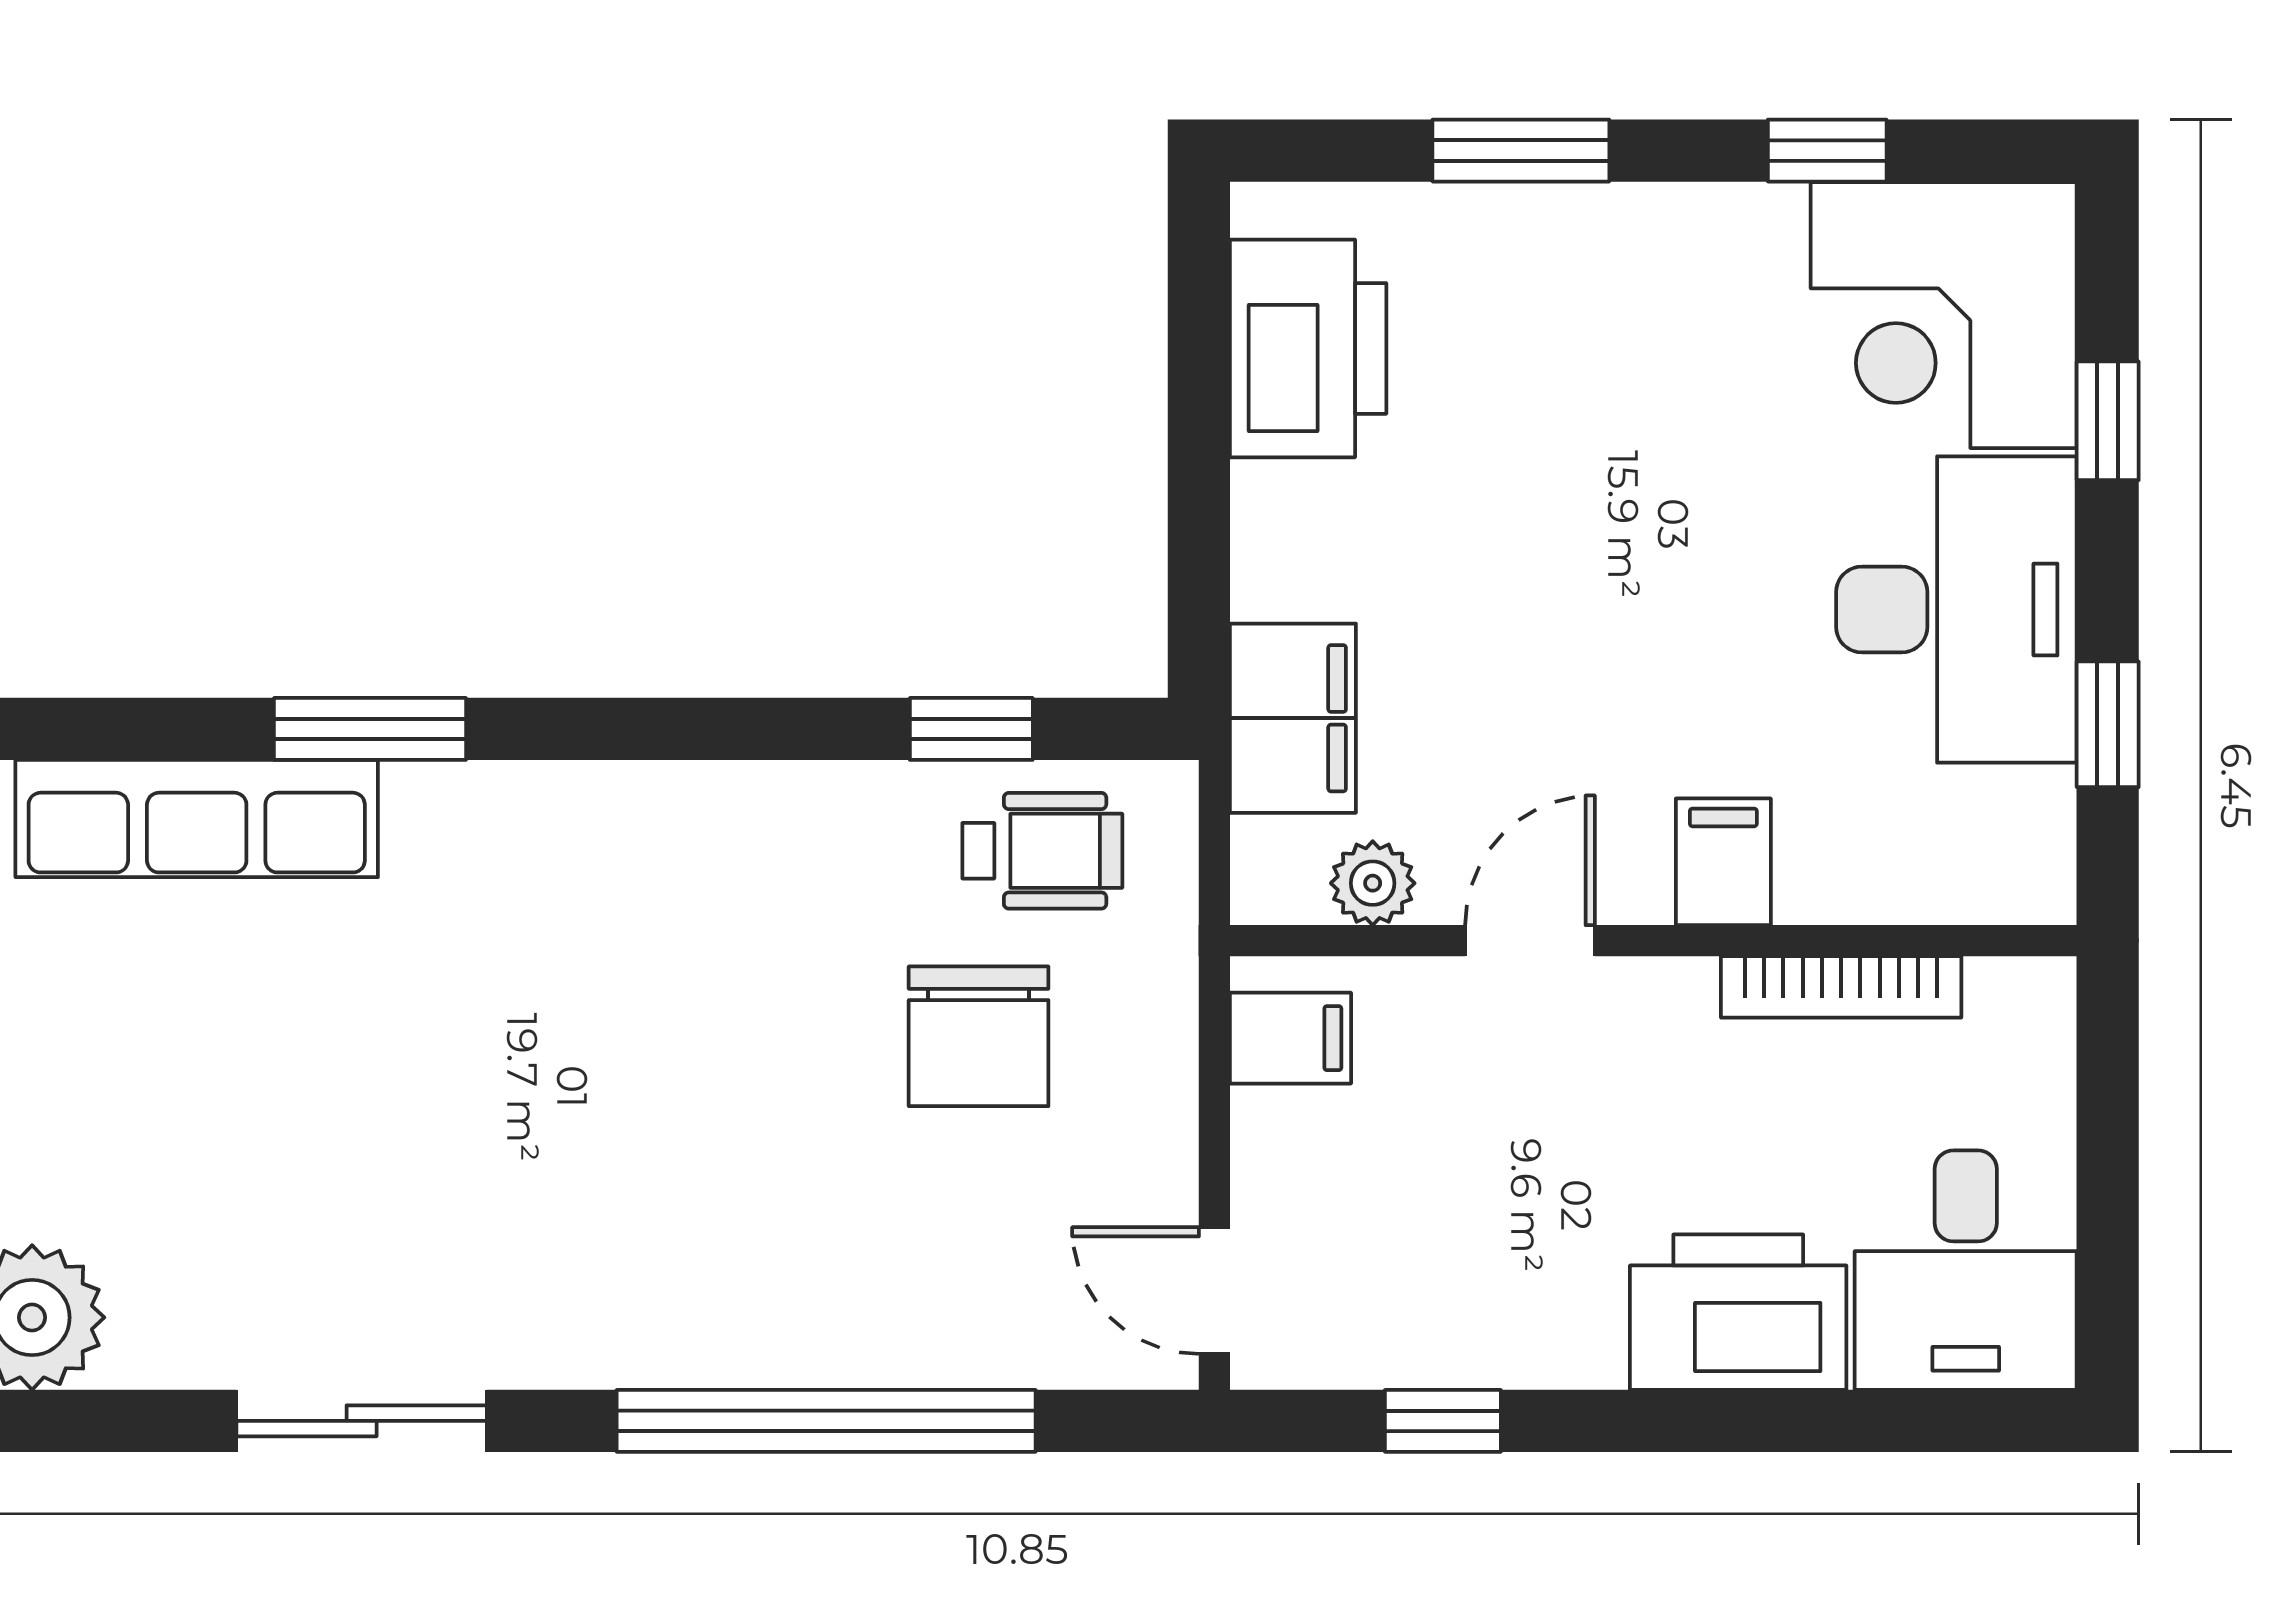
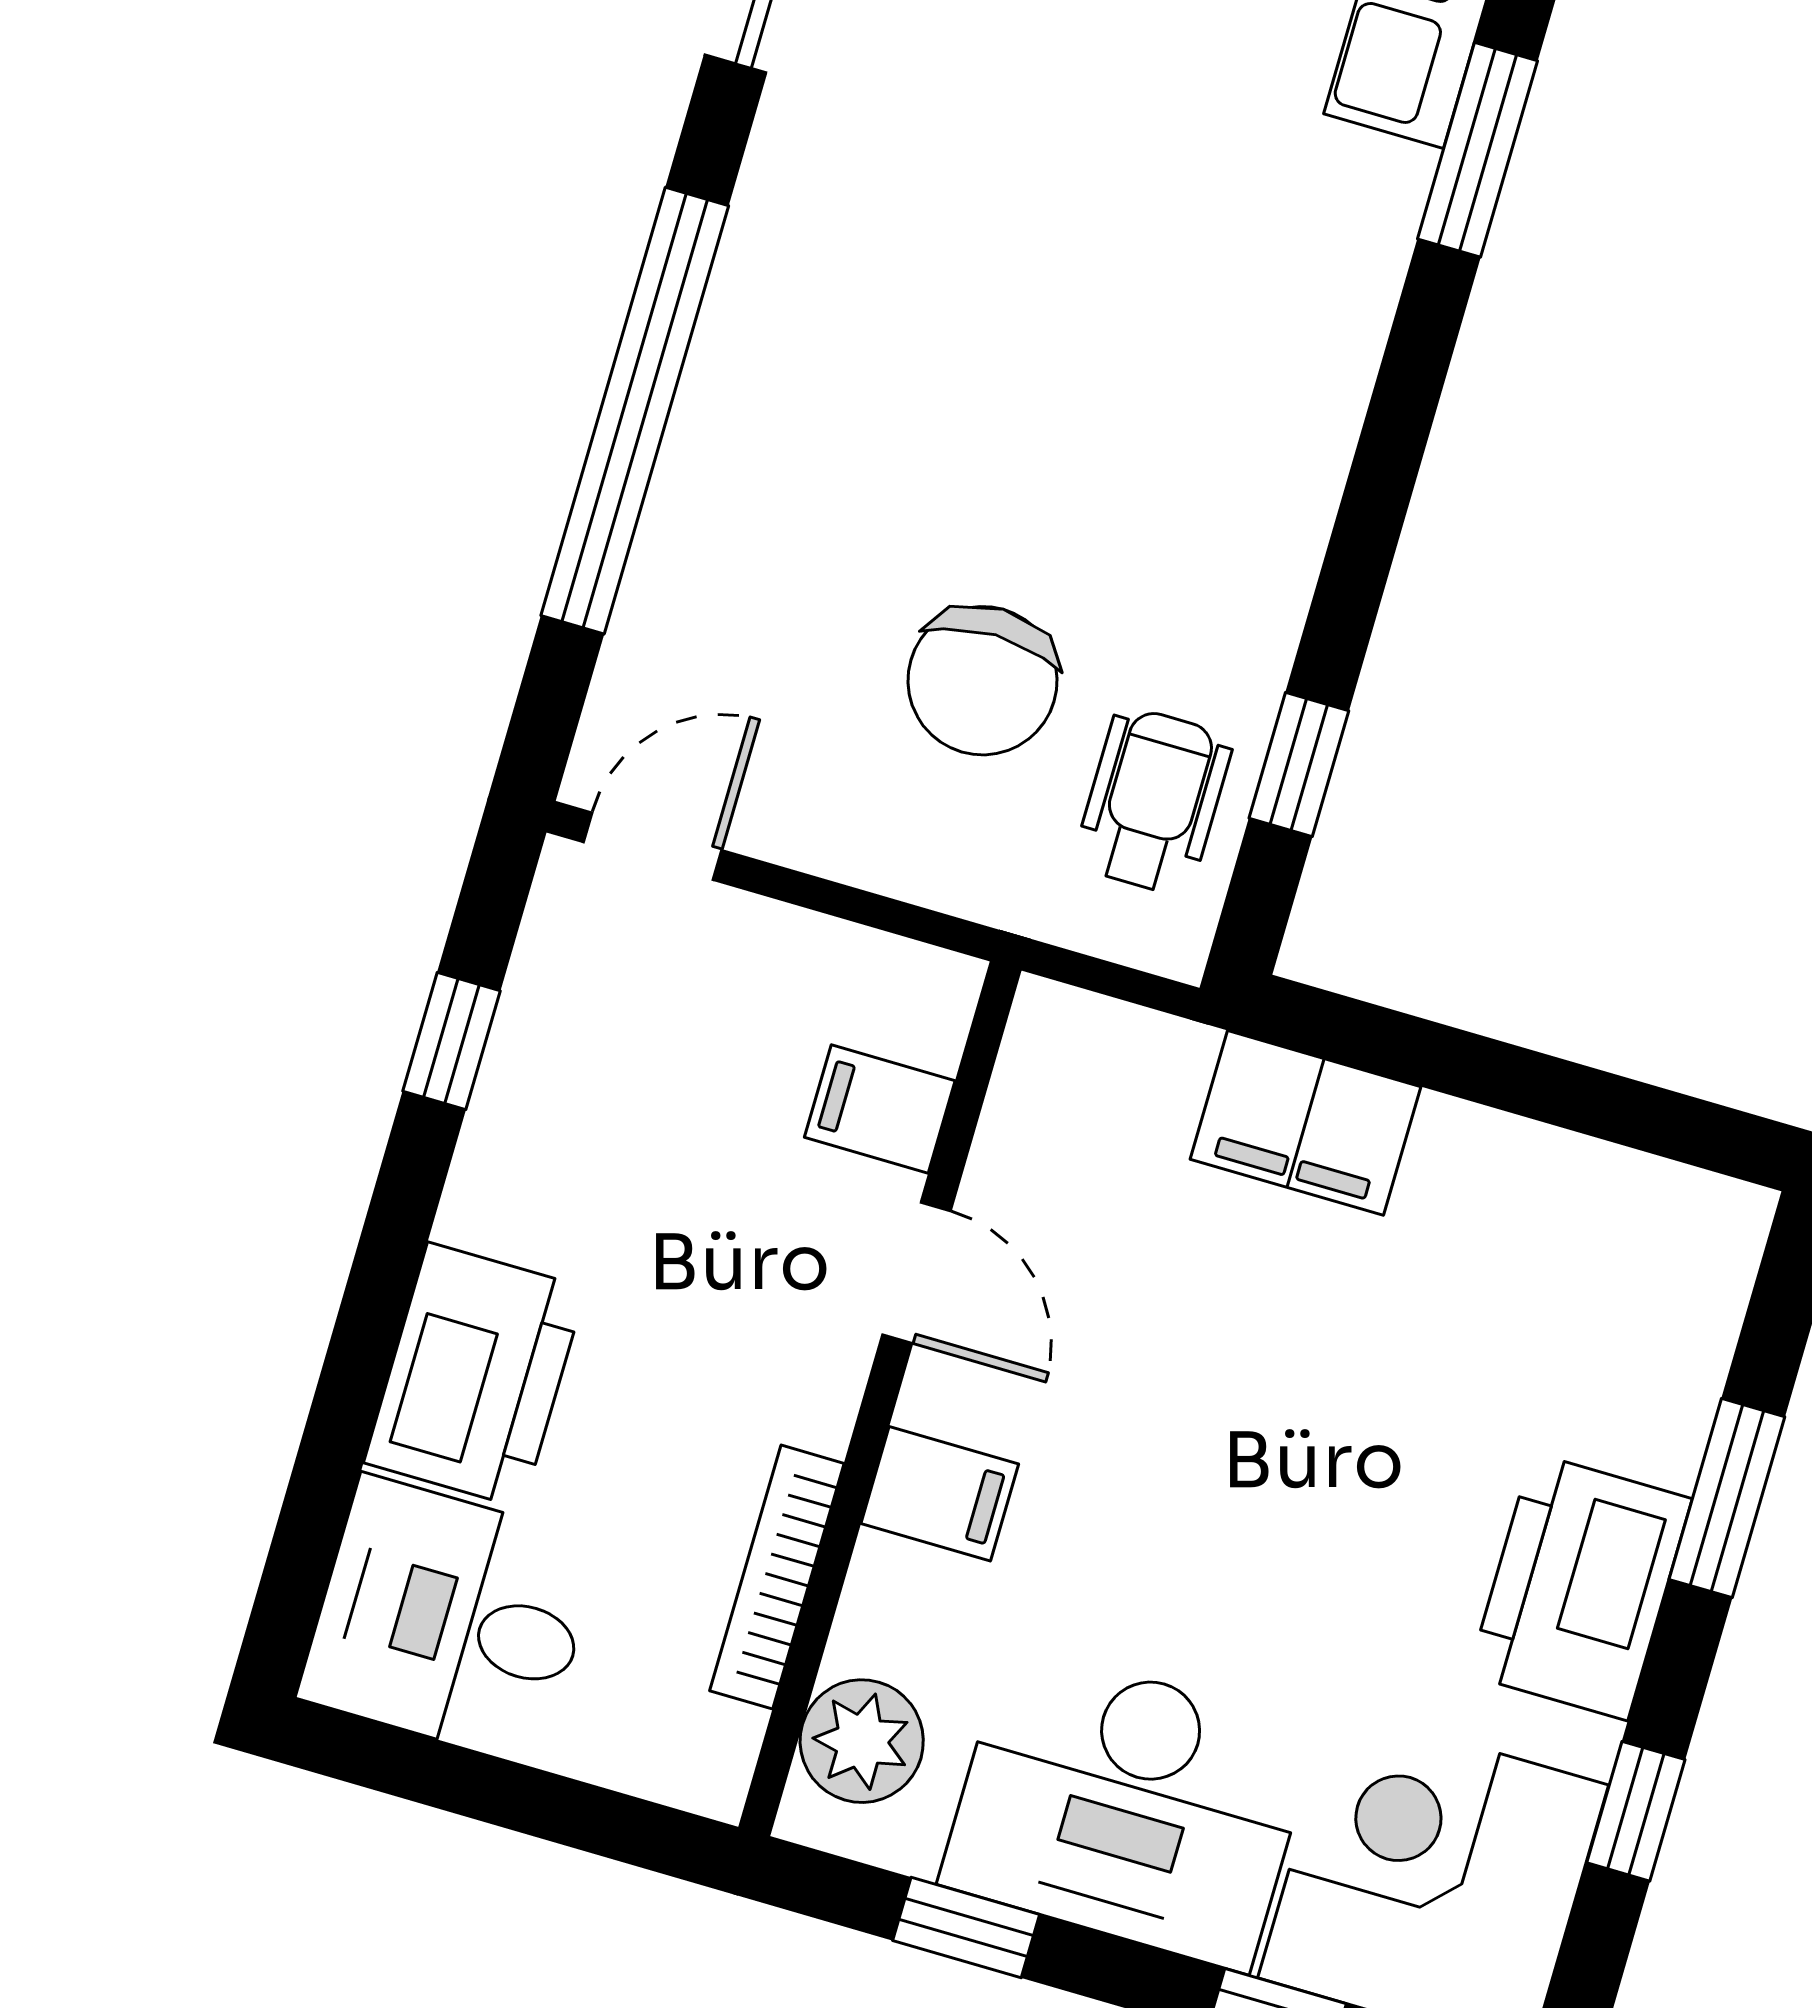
printer: (1308, 348) -> (1580, 1587), moved, turned 90
filing cabinet: (1293, 718) -> (1305, 1123), moved
wheelchair: (1042, 851) -> (1153, 801), turned 180
plant: (1373, 883) -> (862, 1741), moved, width x1.38, depth x1.38
chair: (979, 1036) -> (982, 681), turned -90
filing cabinet: (1290, 1038) -> (880, 1109), moved, turned 90

